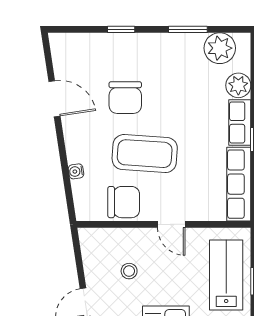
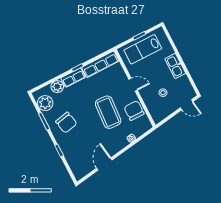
chair: (125, 98) -> (66, 123), moved, turned 78
door: (171, 224) -> (133, 85), hinge flipped

